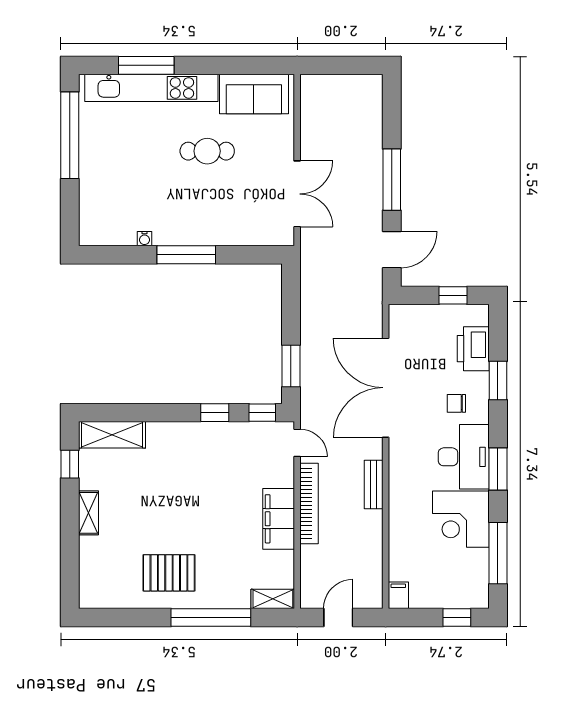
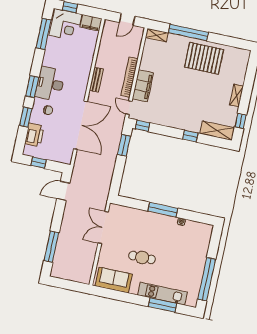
kitchen unit: (151, 88) -> (162, 294), width x0.73
window: (392, 180) -> (51, 247), moved
window: (215, 413) -> (190, 136), moved
window: (498, 469) -> (32, 87), moved
filing cabinet: (279, 519) -> (143, 86), moved
corner desk: (461, 519) -> (65, 25), moved, turned 90
pallet: (169, 573) -> (204, 58), width x1.37, depth x1.41
filing cabinet: (398, 595) -> (91, 23), width x2.00

